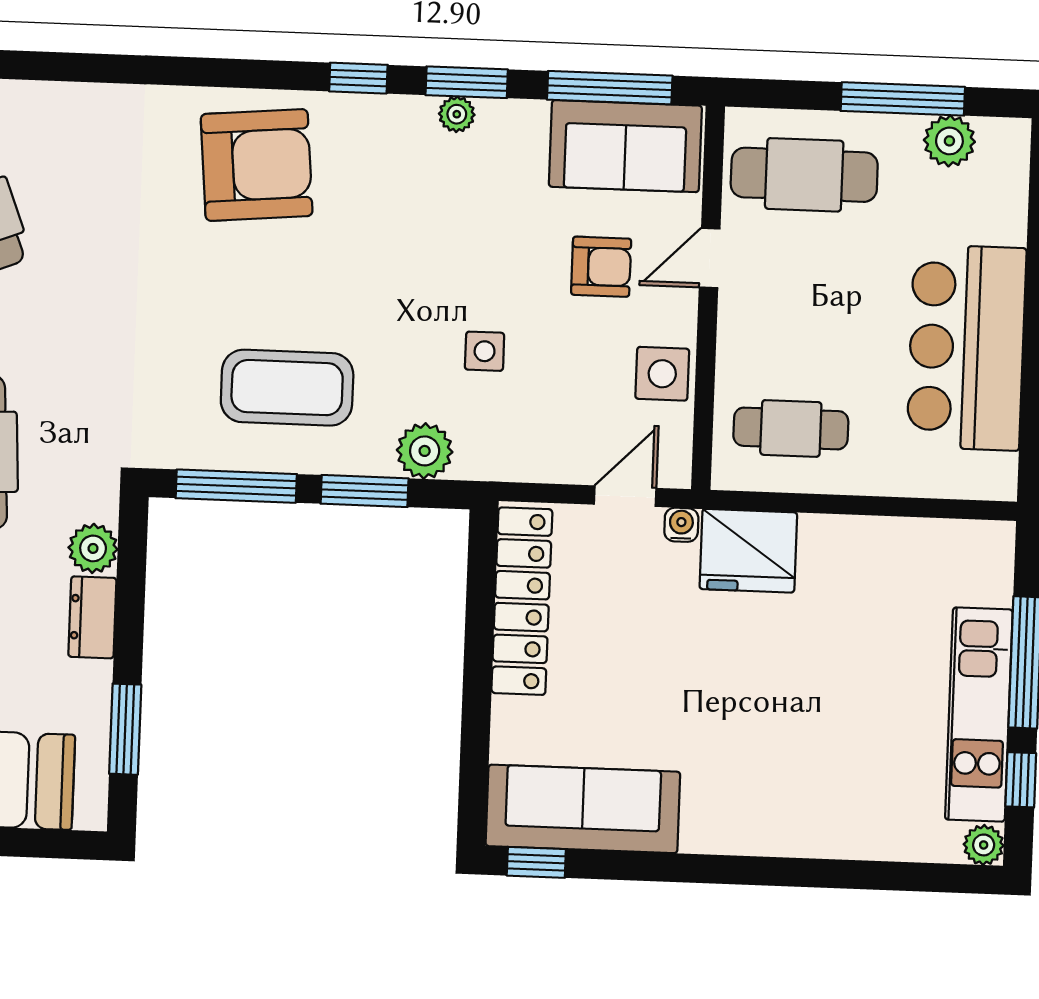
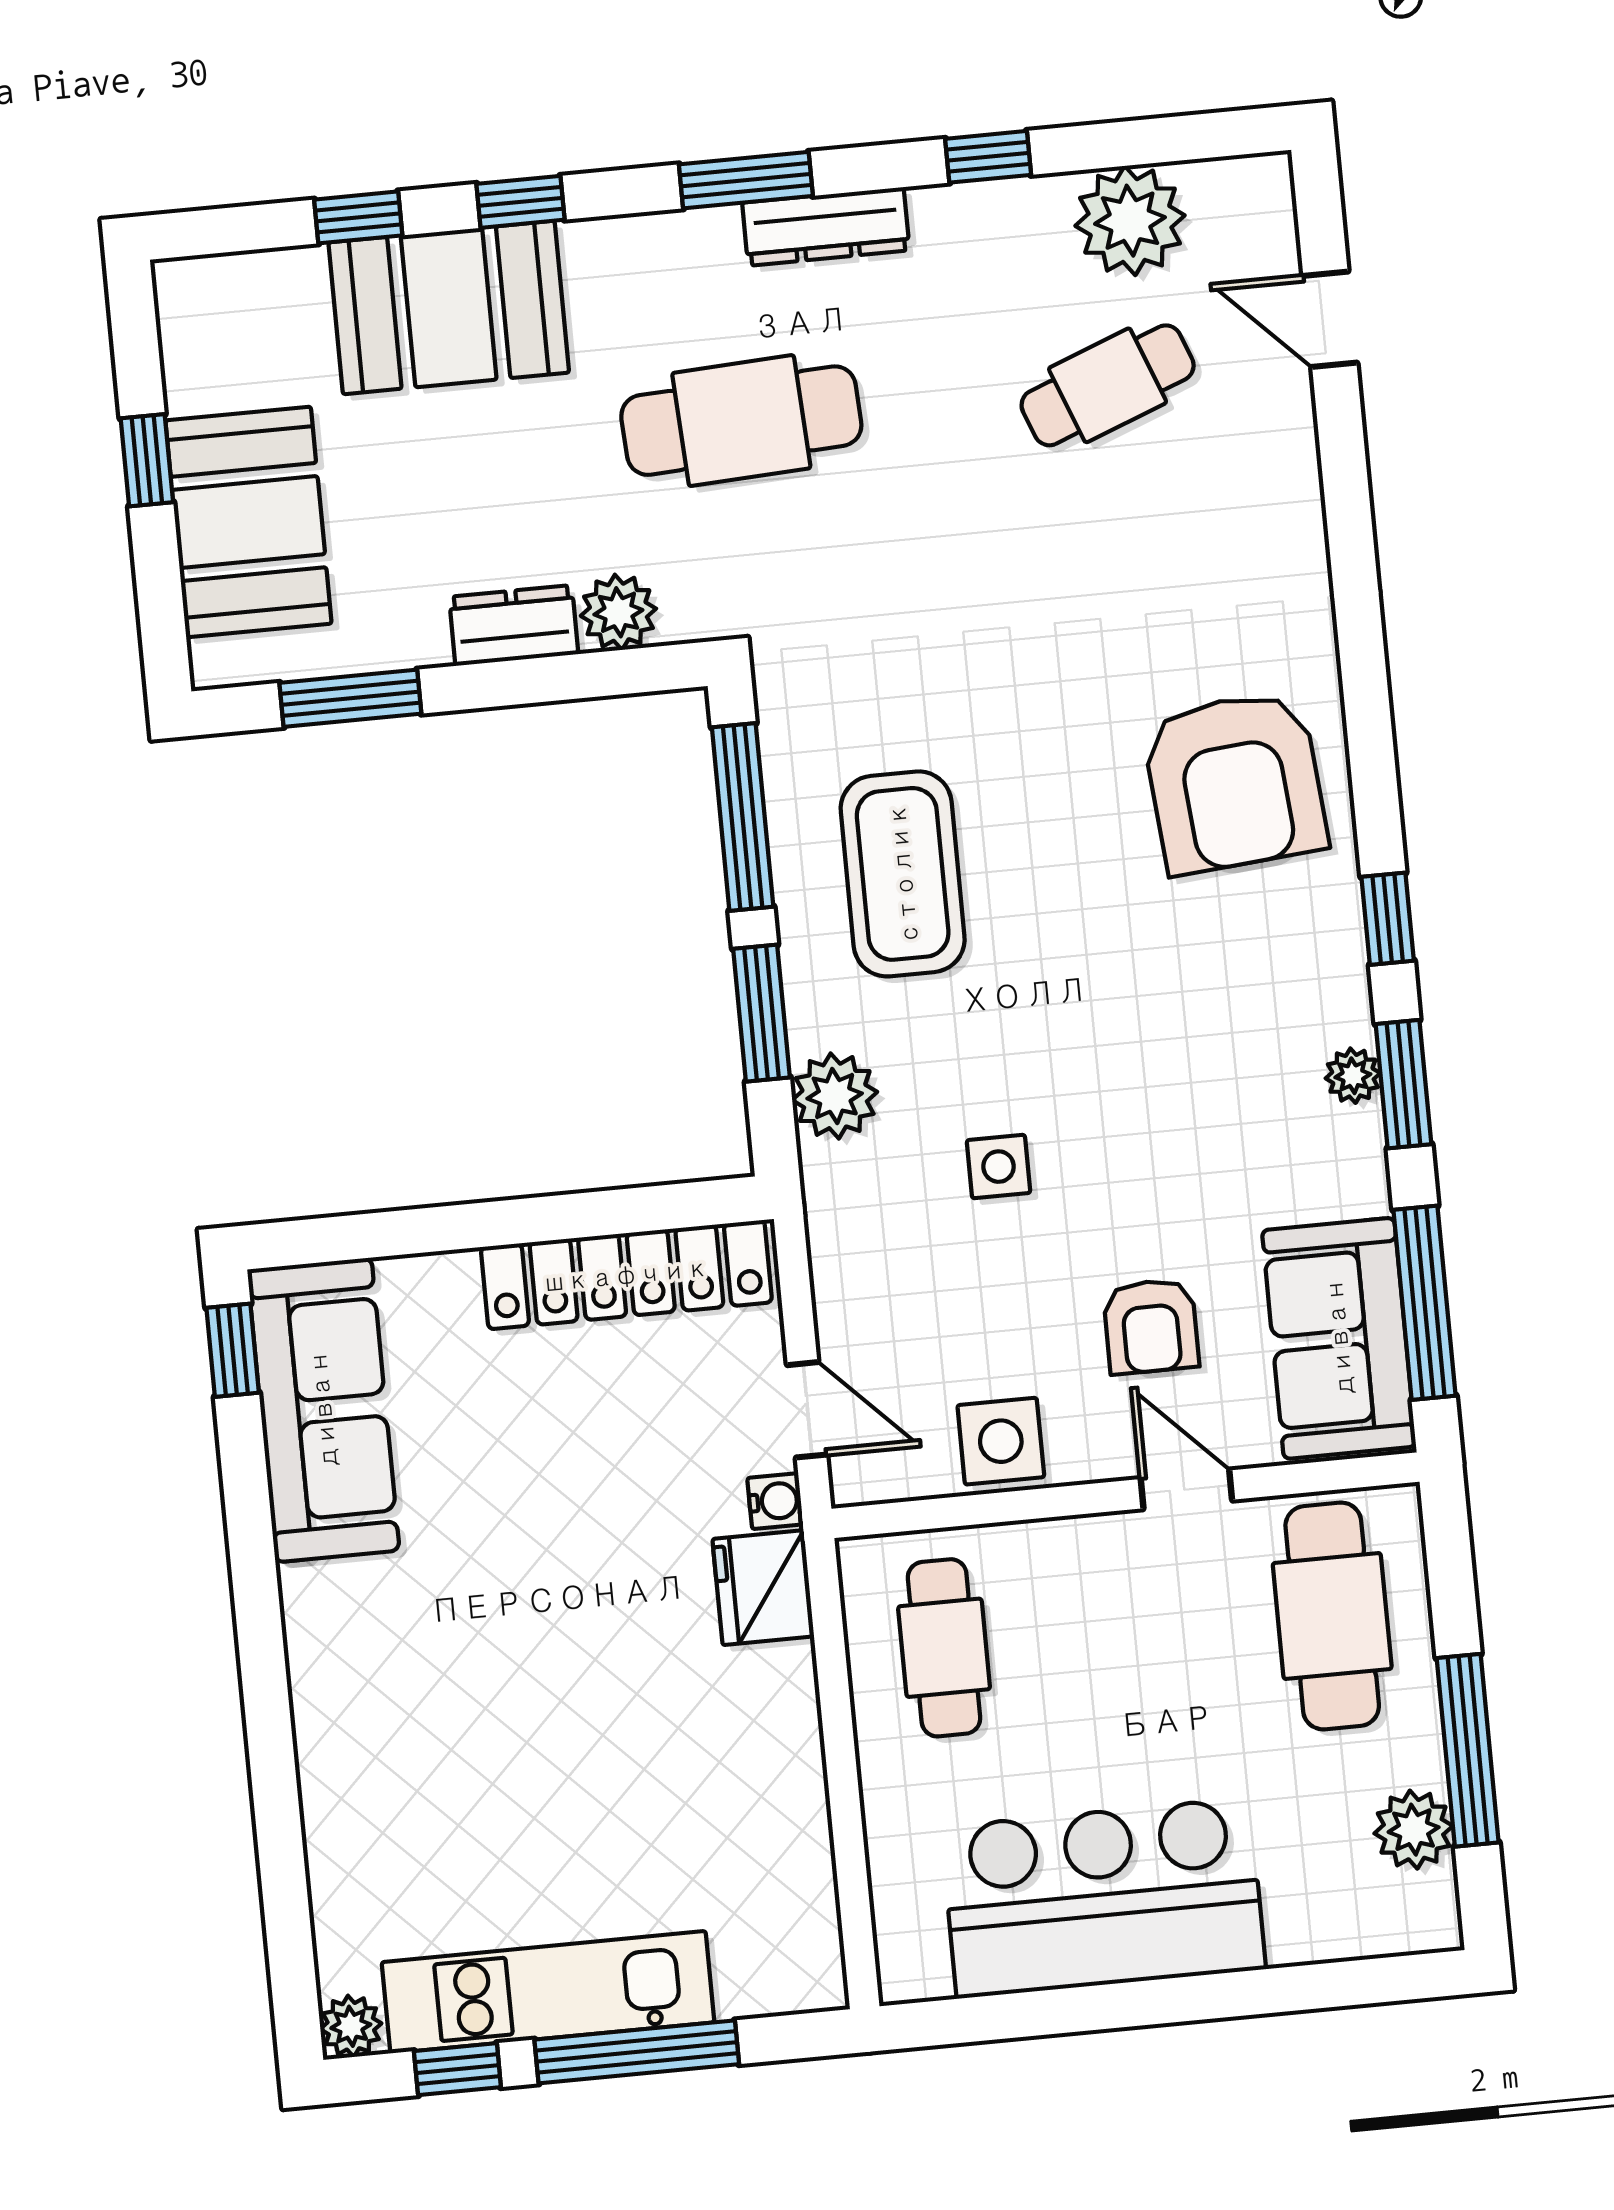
fridge: (748, 551) -> (763, 1588), width x0.73, depth x0.75

